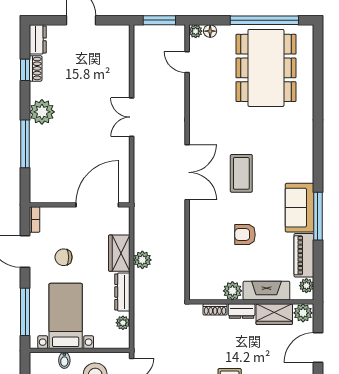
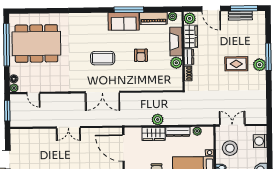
door: (187, 62) -> (33, 93), hinge flipped
double door: (187, 172) -> (102, 92), swing flipped

